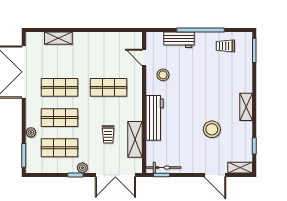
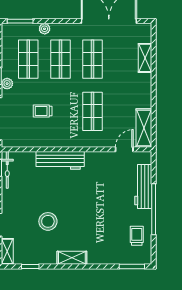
workbench: (179, 40) -> (143, 186), width x1.38
stool: (163, 75) -> (106, 169), removed
shelving: (135, 139) -> (144, 128), moved, turned 90

